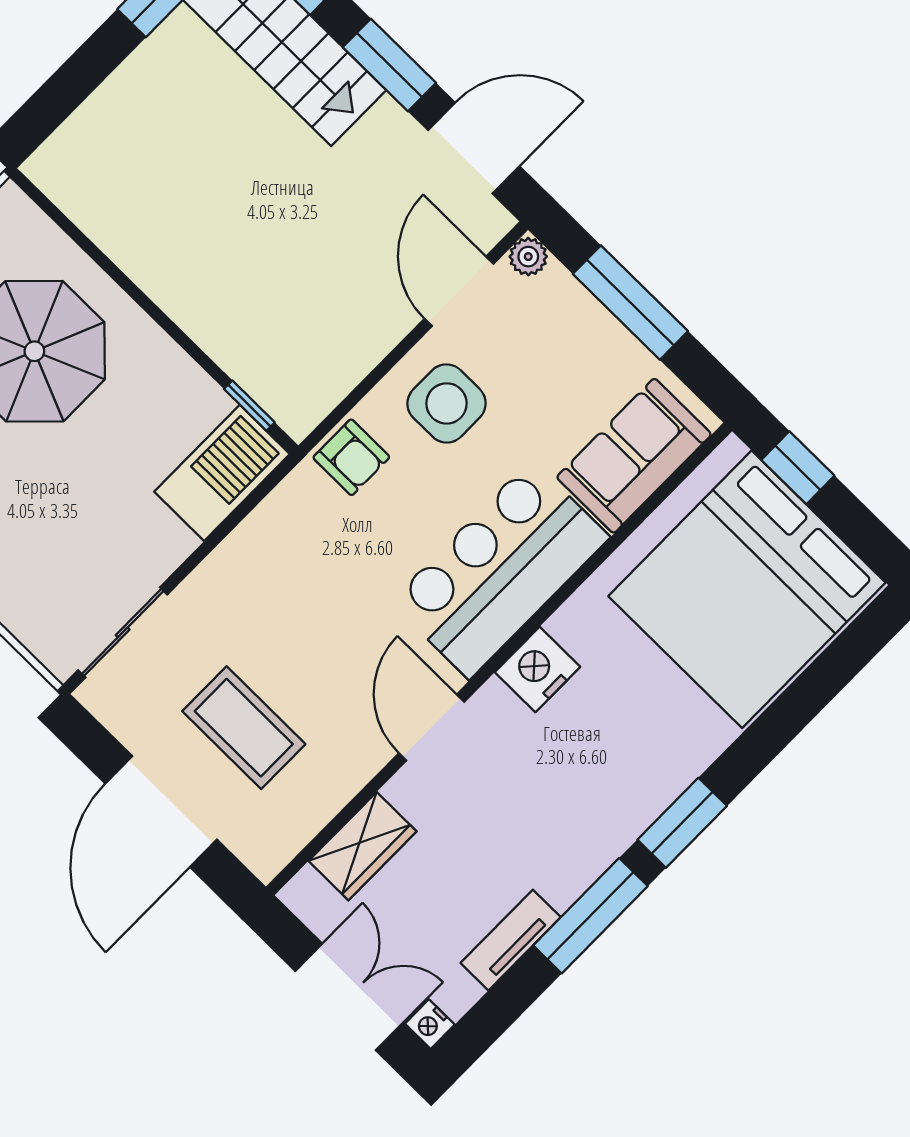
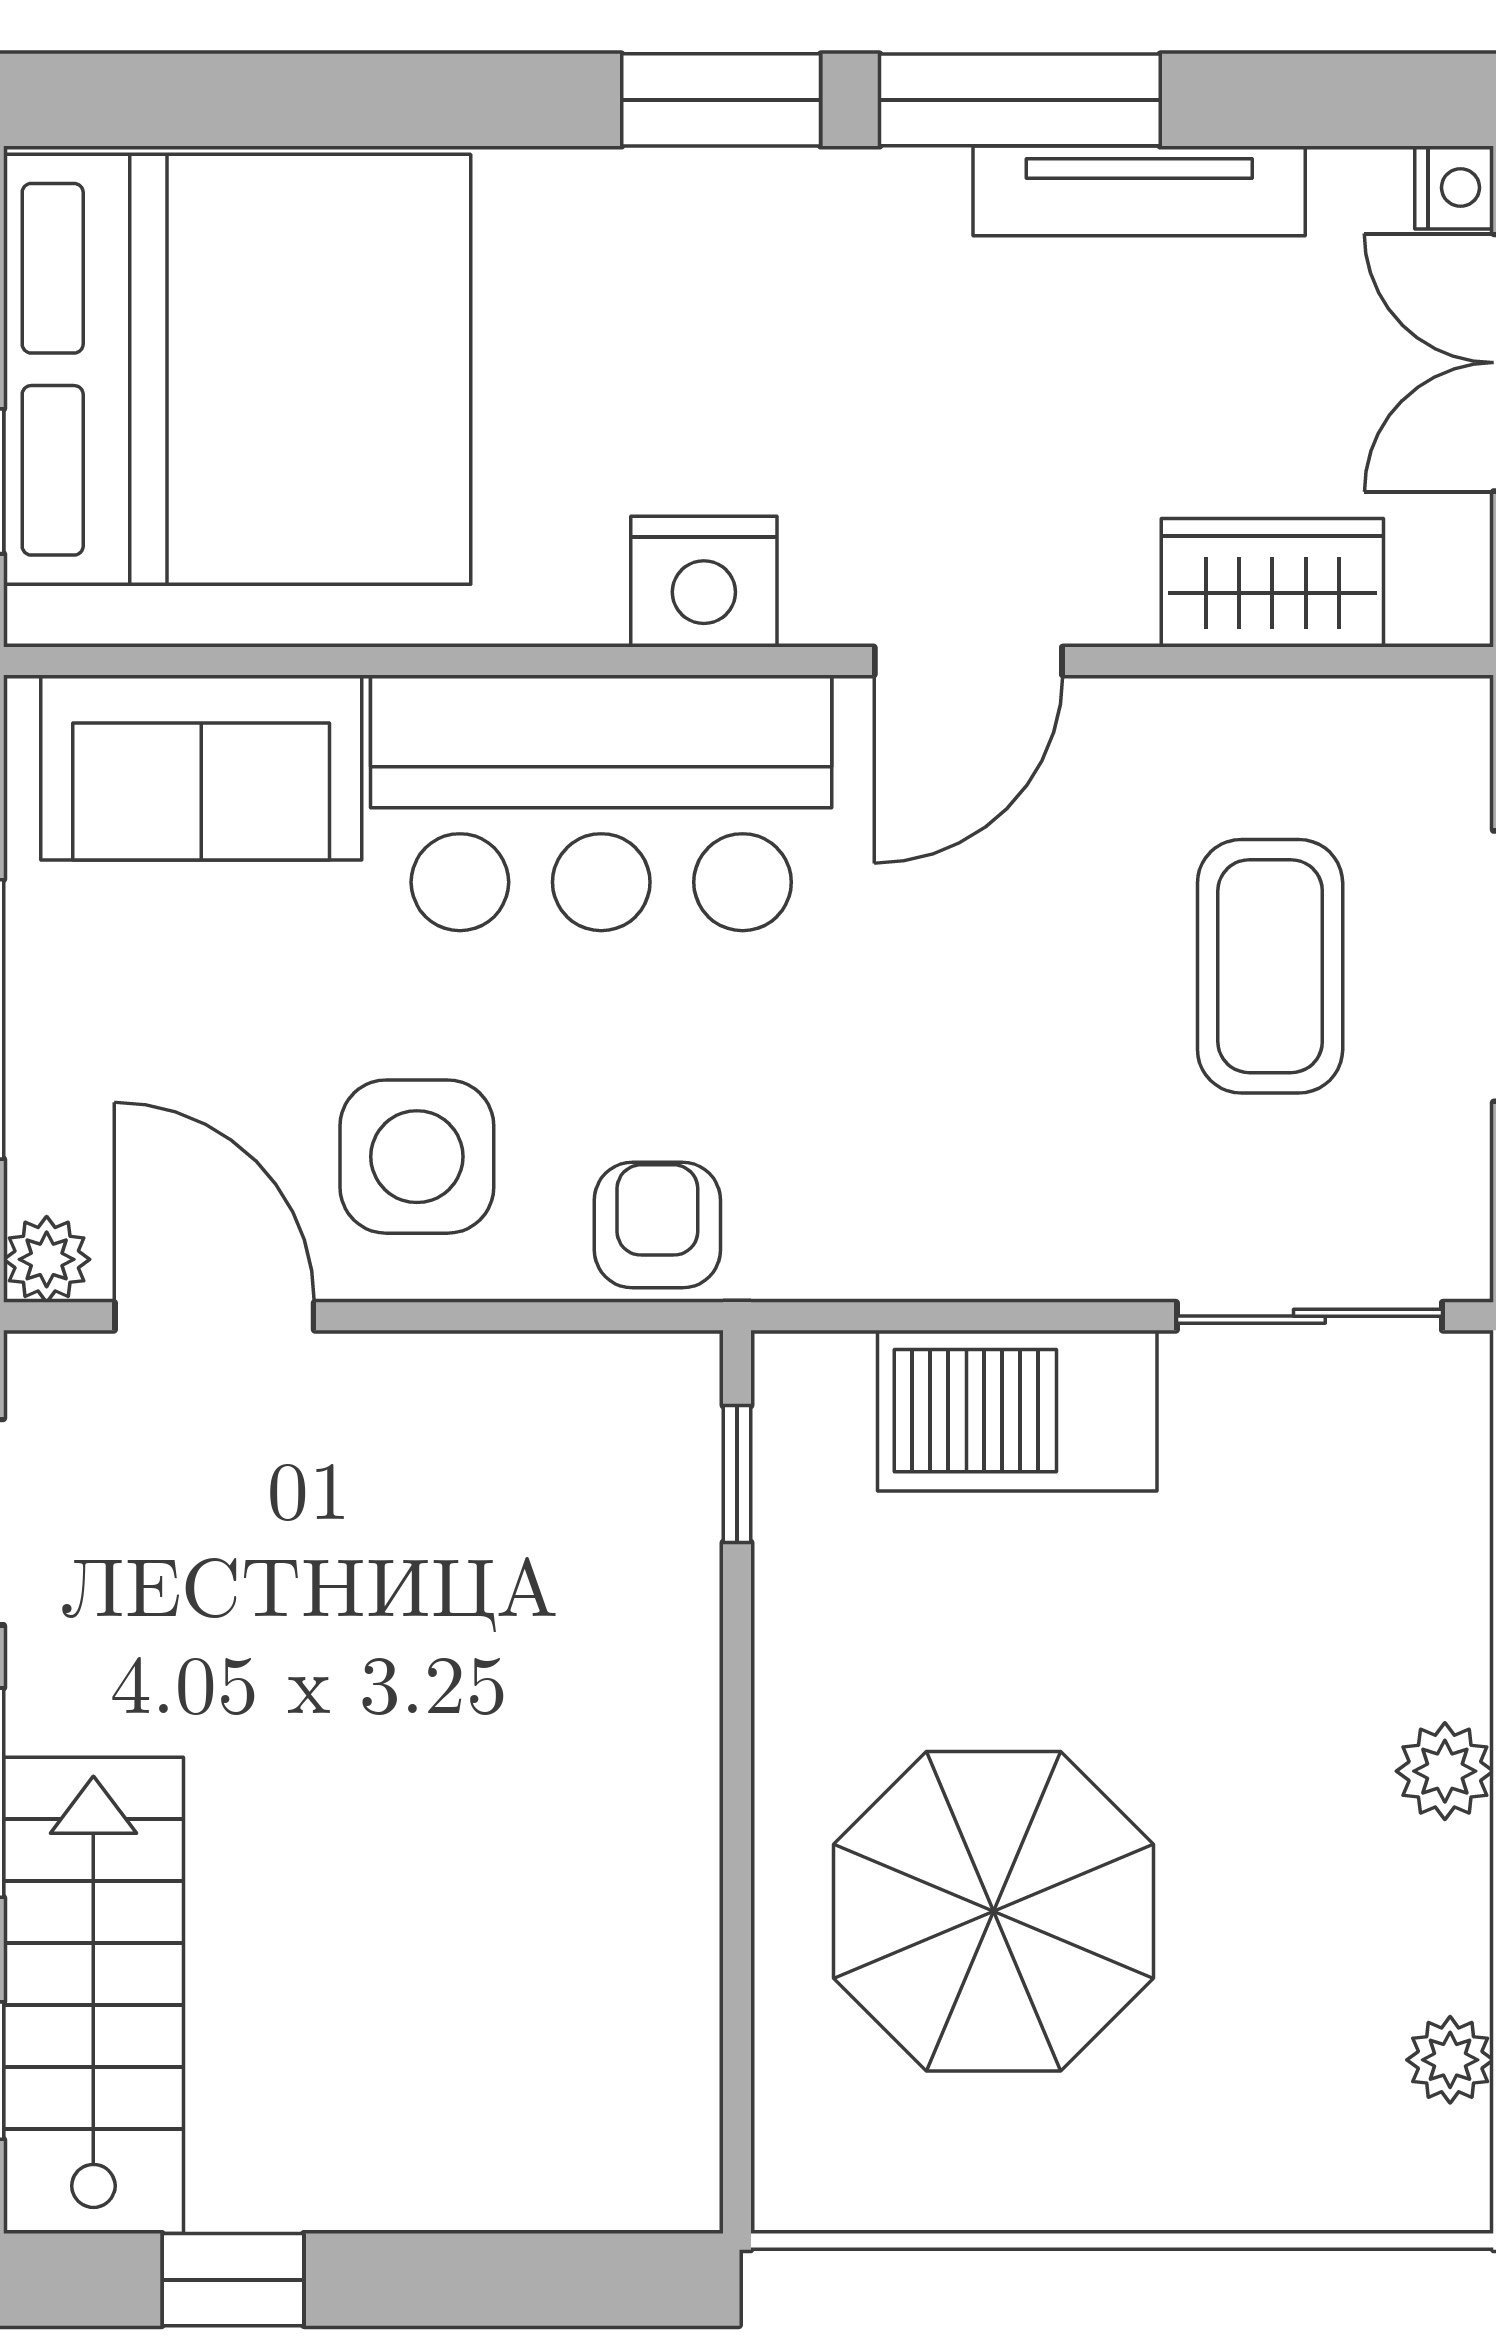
door: (459, 291) -> (214, 1316), swing flipped
barbecue: (222, 473) -> (1017, 1411), moved
tv unit: (511, 940) -> (1139, 191), width x1.41

